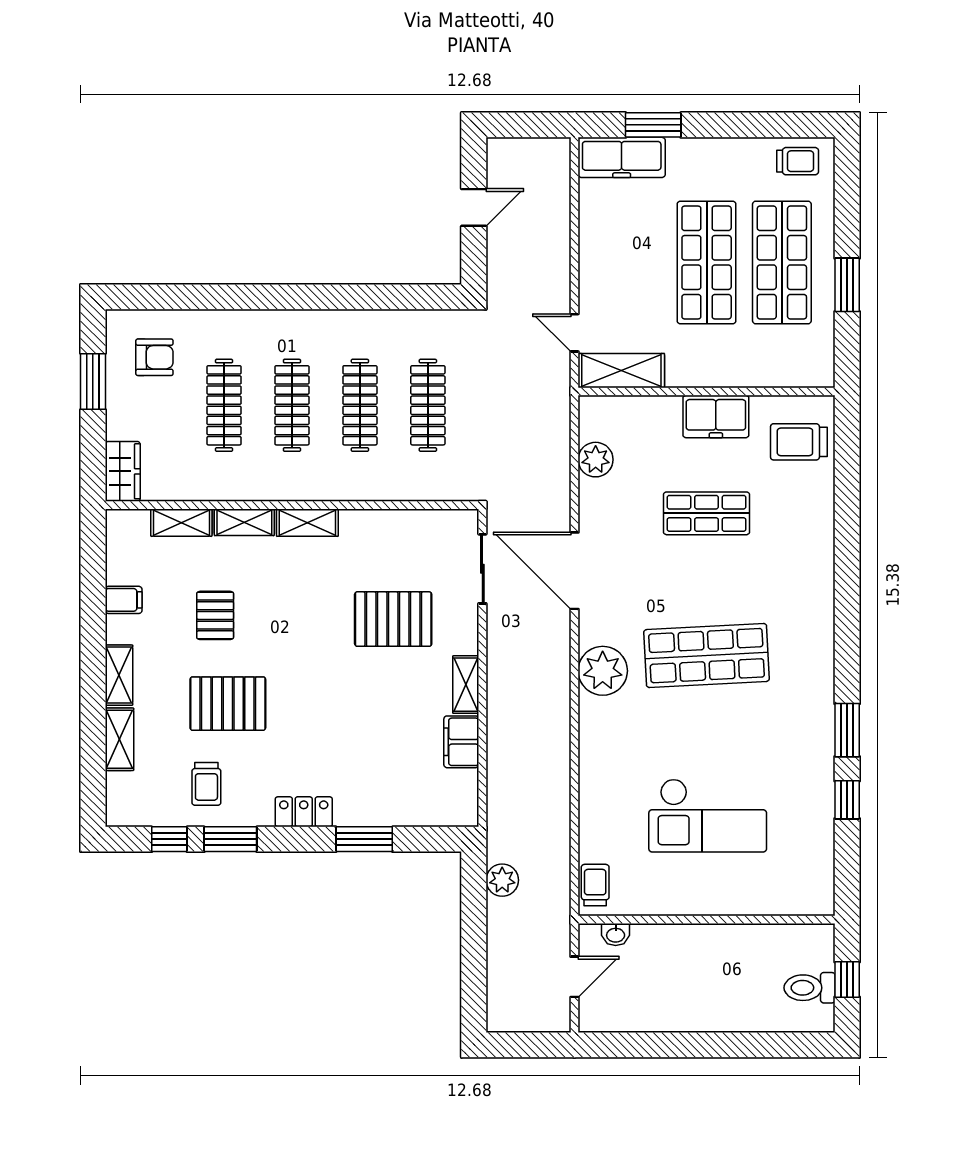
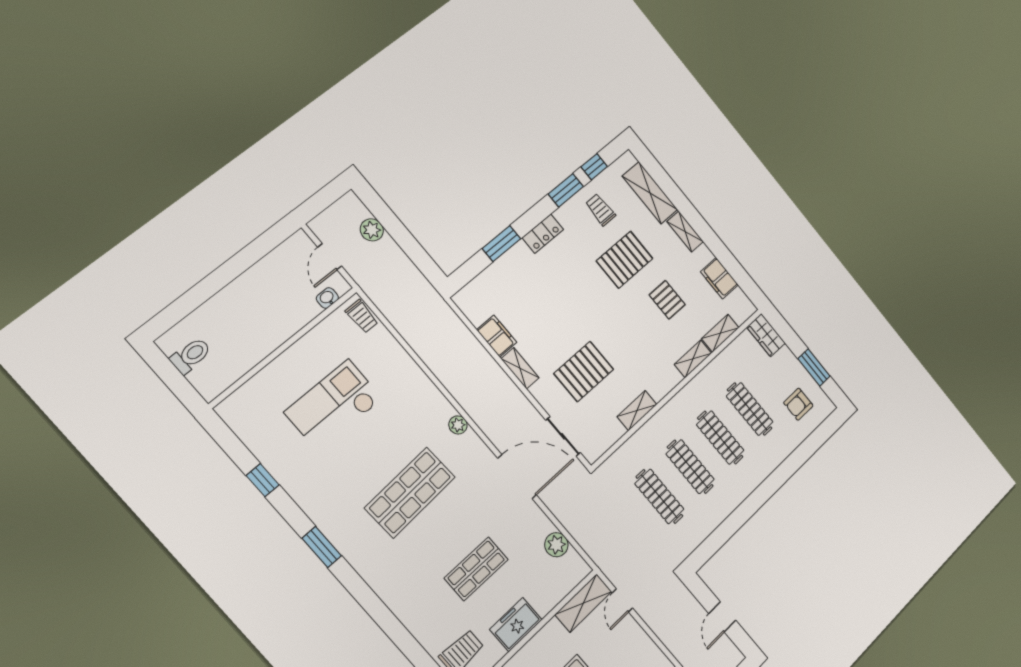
door: (574, 333) -> (622, 600), swing flipped
shelving: (307, 523) -> (637, 411), moved
filing cabinet: (124, 600) -> (719, 278), width x2.00
plant: (603, 671) -> (458, 425), width x0.53, depth x0.53
window: (847, 730) -> (322, 547), moved
shelving: (119, 739) -> (650, 193), width x1.50, depth x1.33
plant: (502, 880) -> (372, 230), moved
window: (847, 979) -> (172, 378), removed

